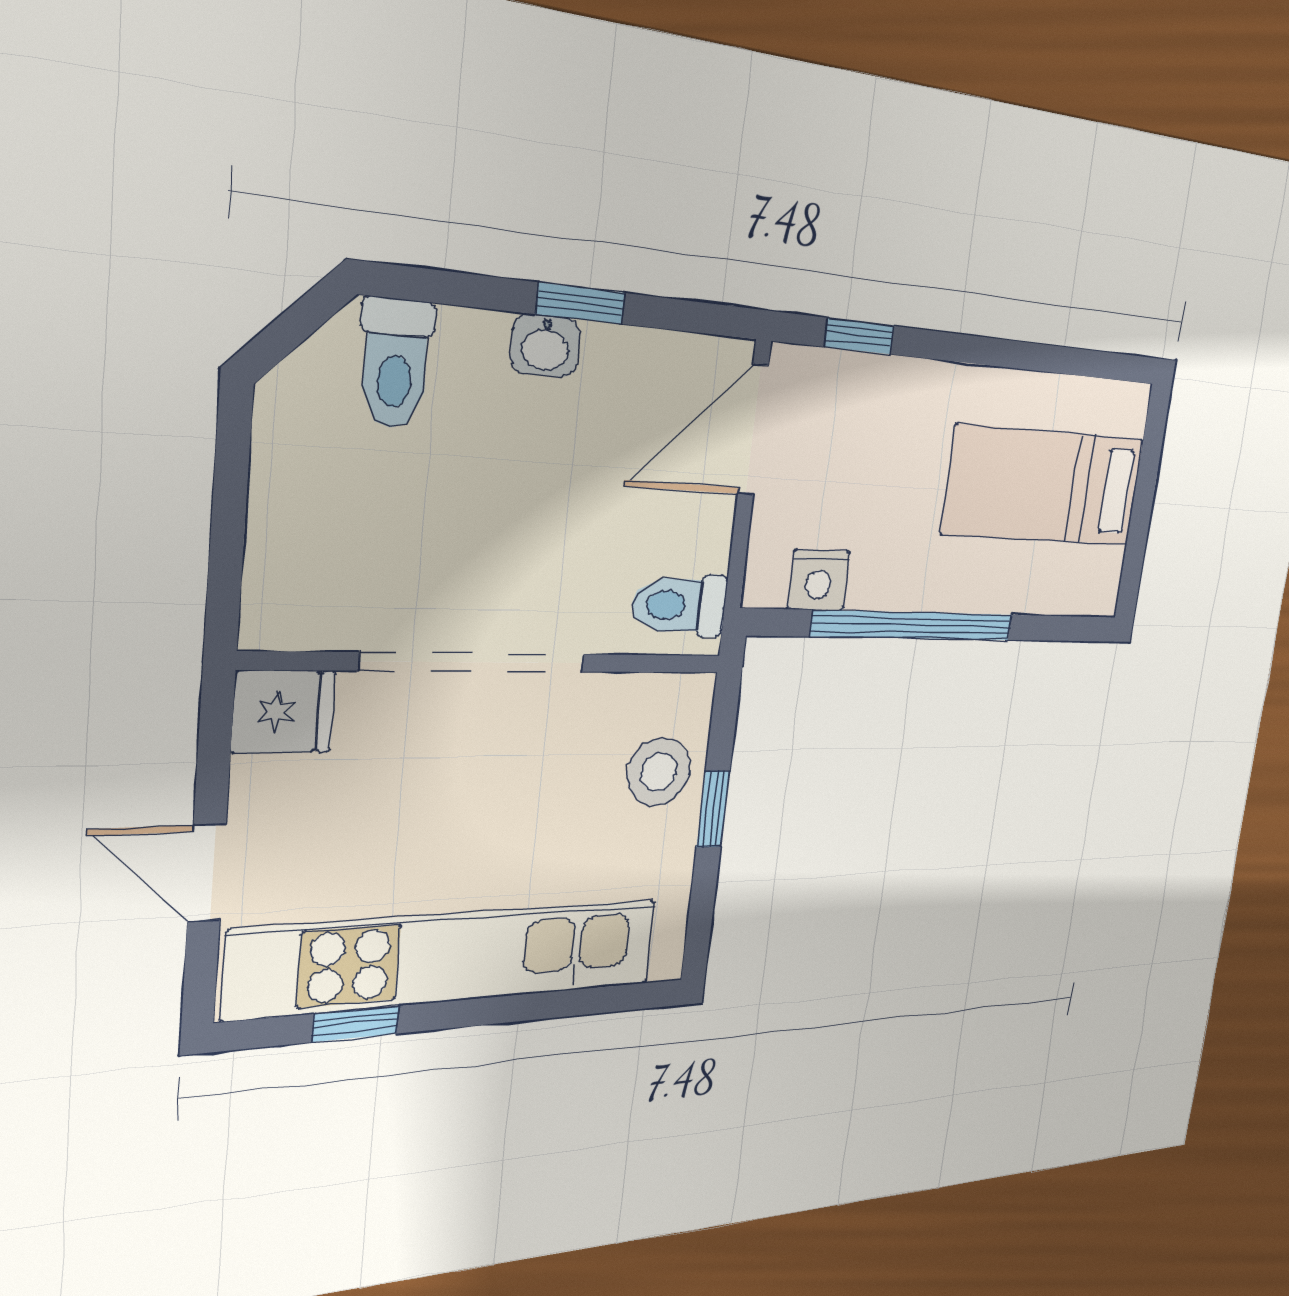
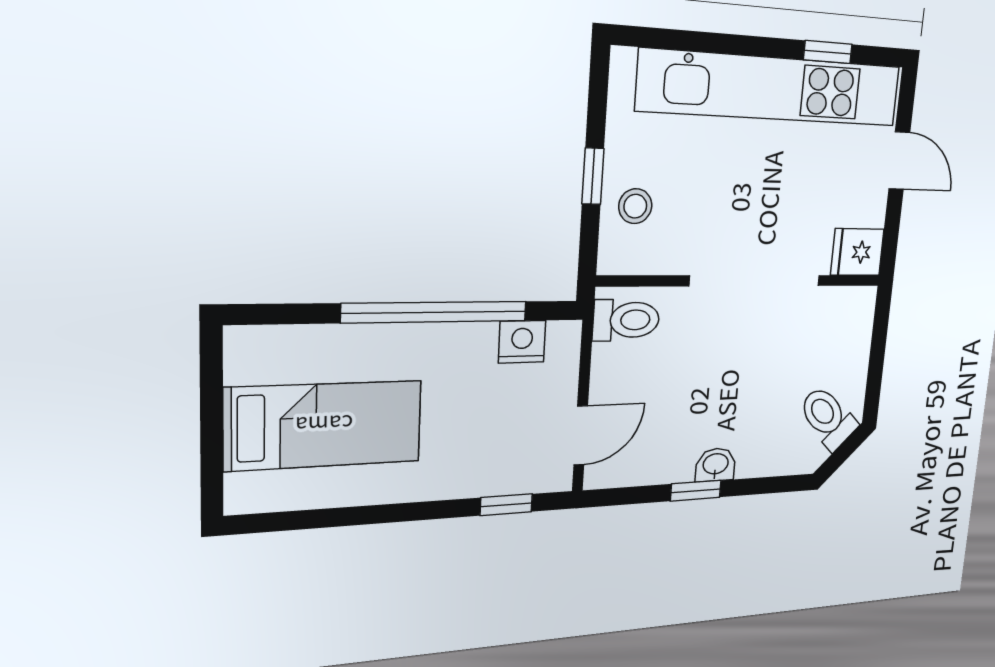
toilet: (395, 364) -> (828, 418), moved, turned -45
door: (753, 430) -> (581, 435), width x0.73
stool: (659, 772) -> (635, 206), width x0.73, depth x0.73

